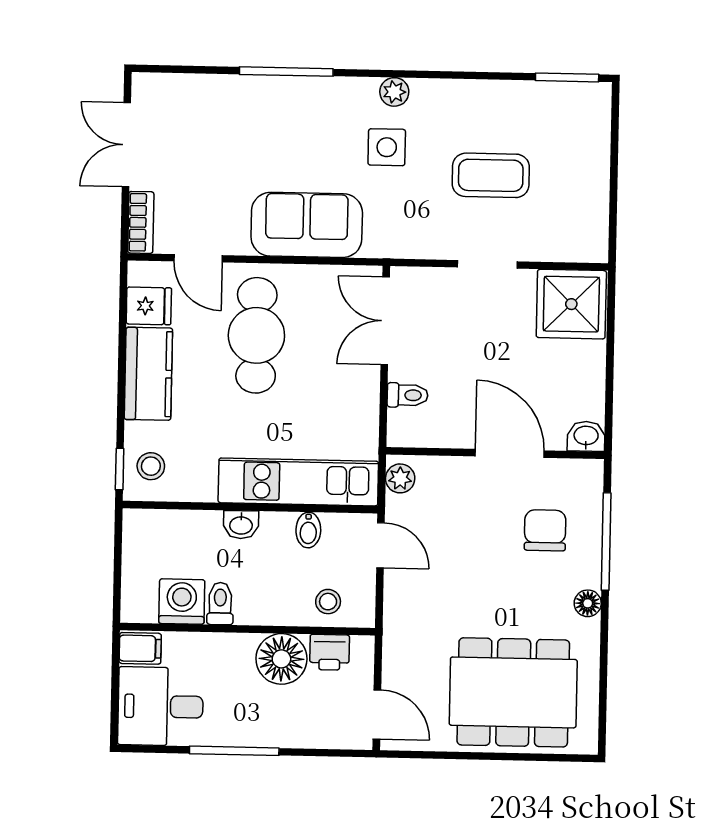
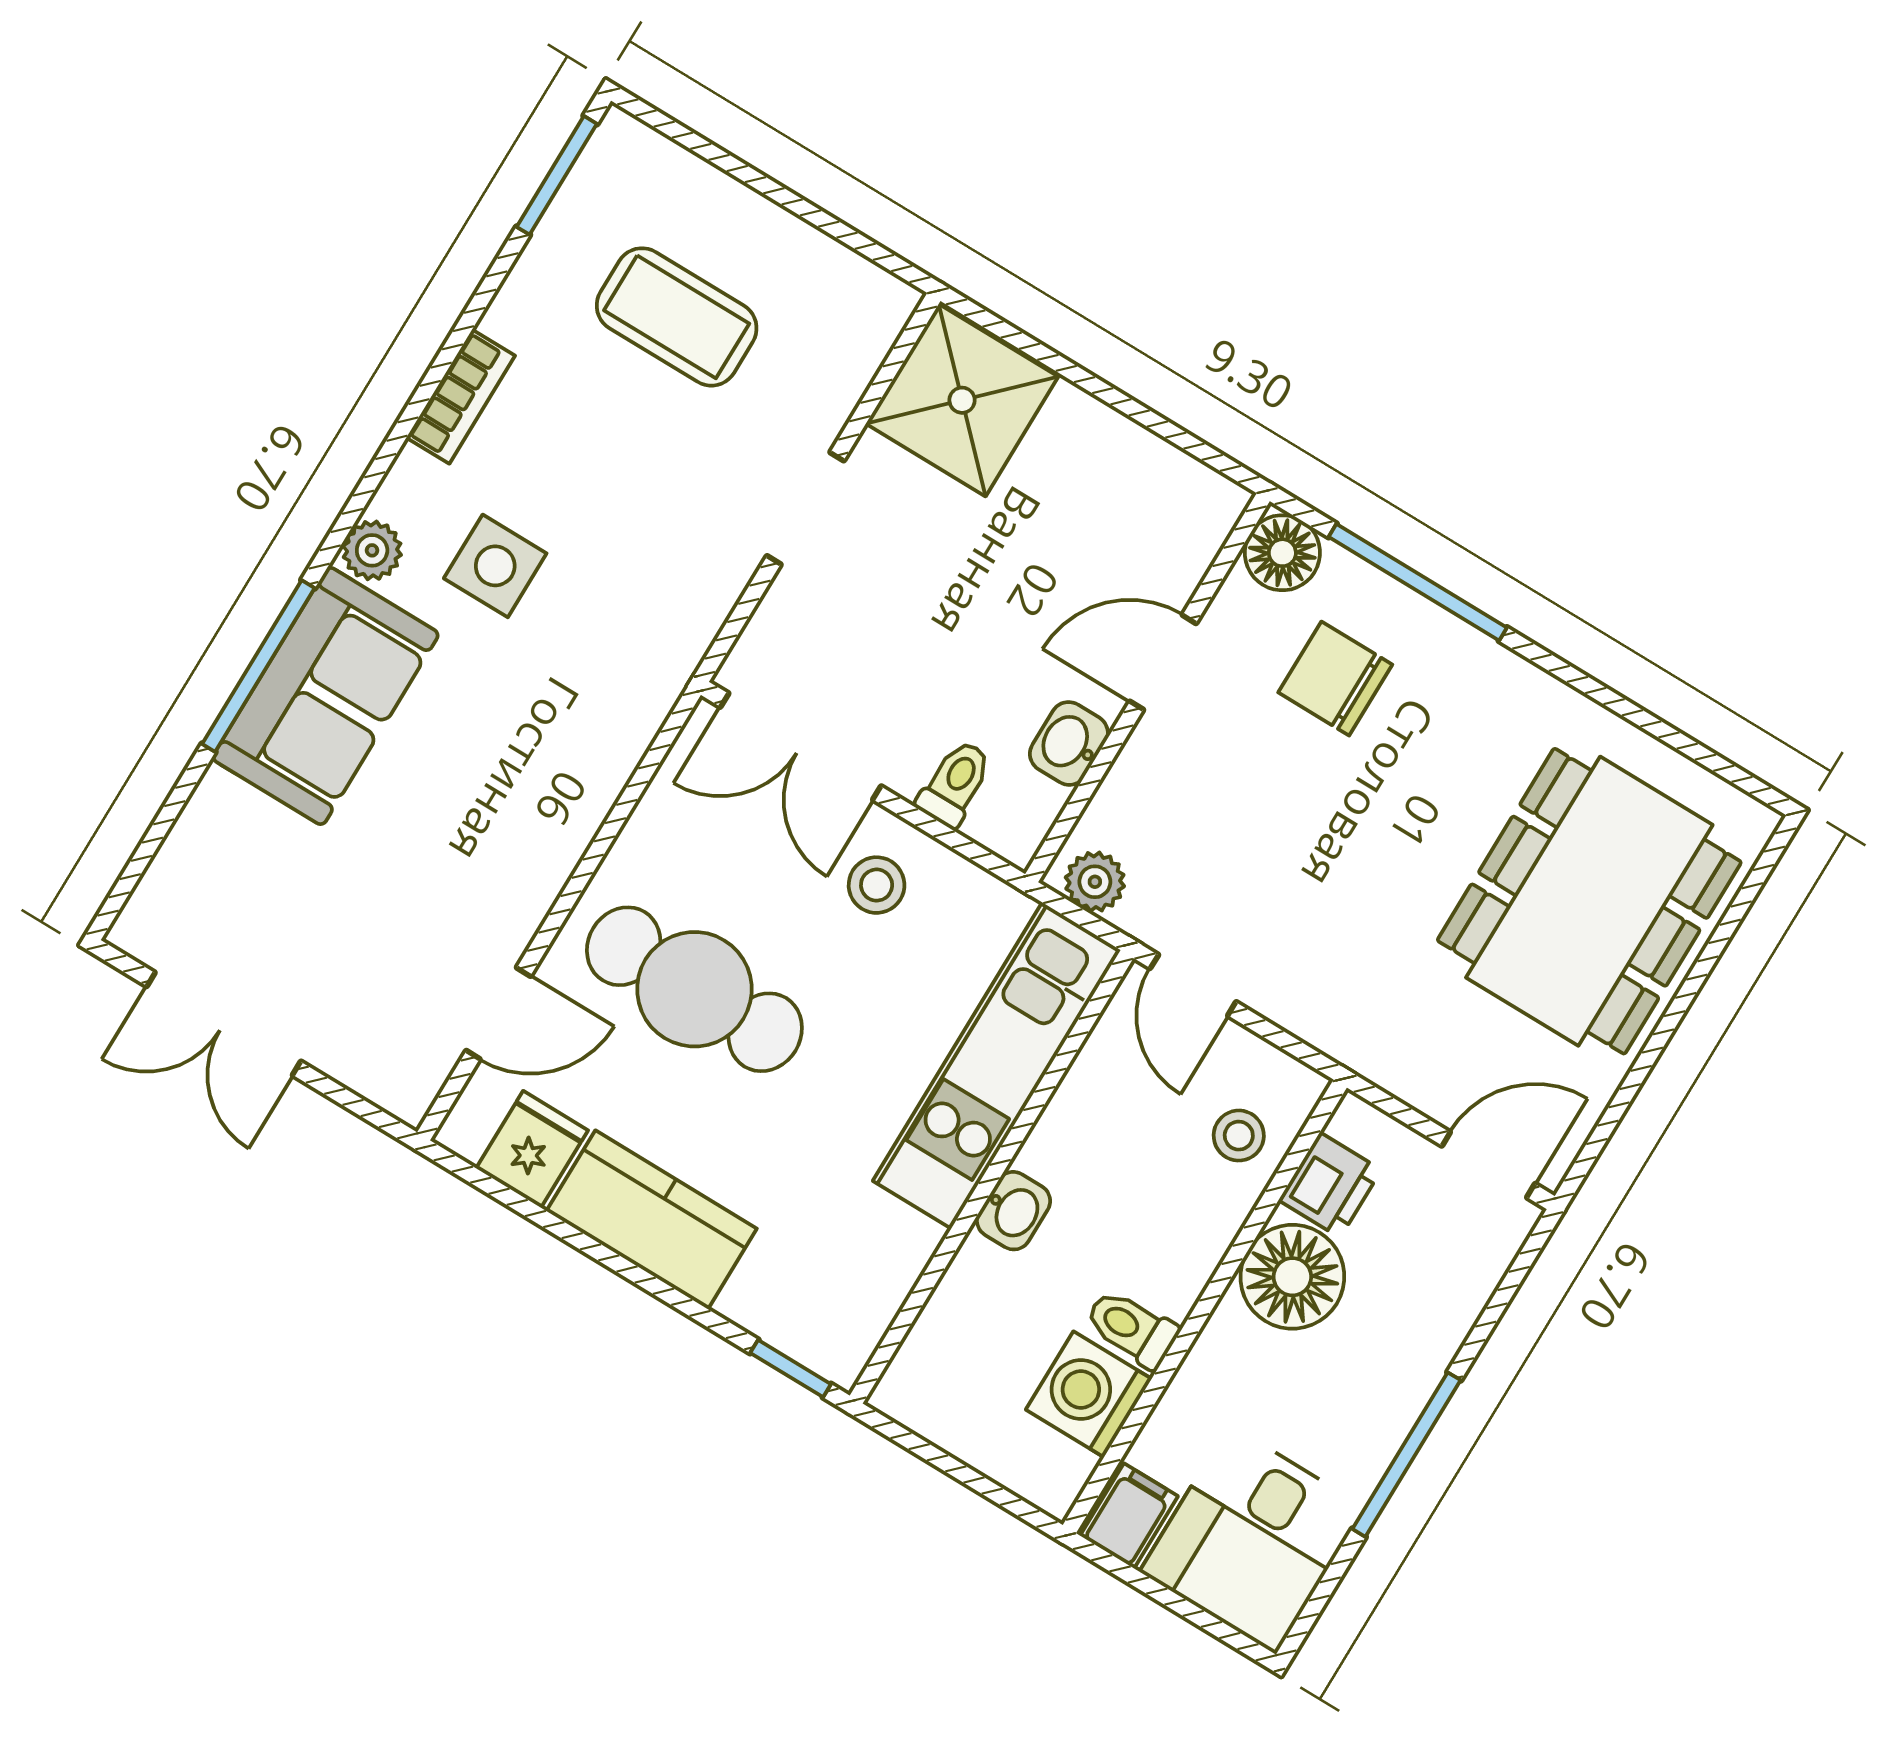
plant: (394, 92) -> (372, 550), moved
coffee table: (491, 175) -> (677, 317), moved, turned 90
bookcase: (141, 222) -> (461, 397), moved, turned 90
sofa: (307, 225) -> (326, 696), moved, turned 180
washbasin: (586, 436) -> (1069, 743), moved
door: (510, 453) -> (1163, 662), width x0.73
stool: (151, 466) -> (877, 885), moved
bidet: (308, 530) -> (1092, 1097), removed
door: (380, 545) -> (1193, 985), swing flipped
floor lamp: (588, 603) -> (1282, 553), moved, width x1.37, depth x1.37

